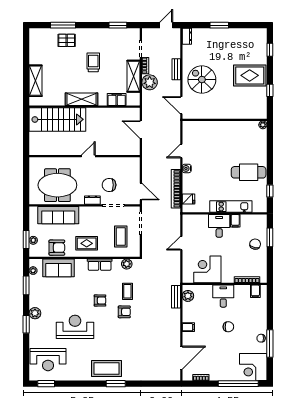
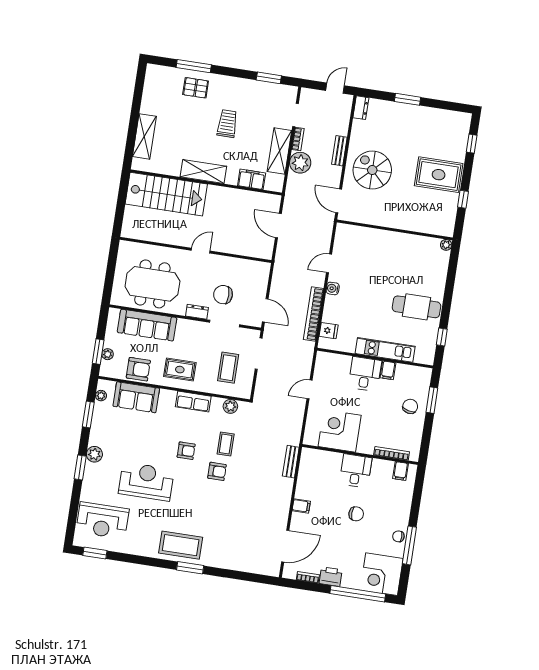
plant: (188, 296) -> (307, 463), removed
printer: (217, 374) -> (331, 577), added

